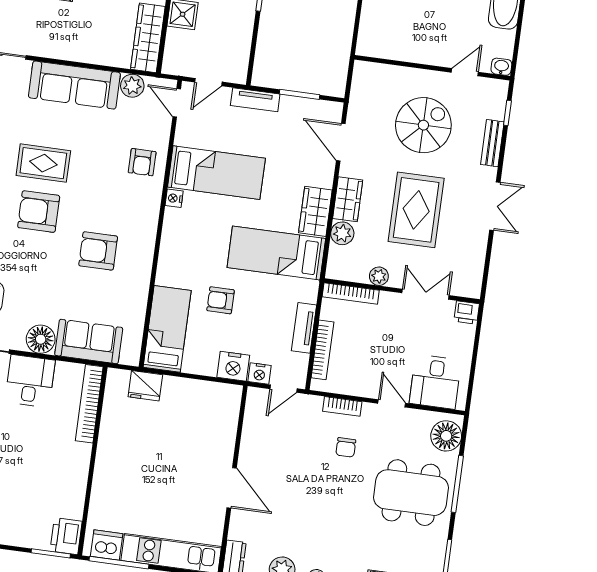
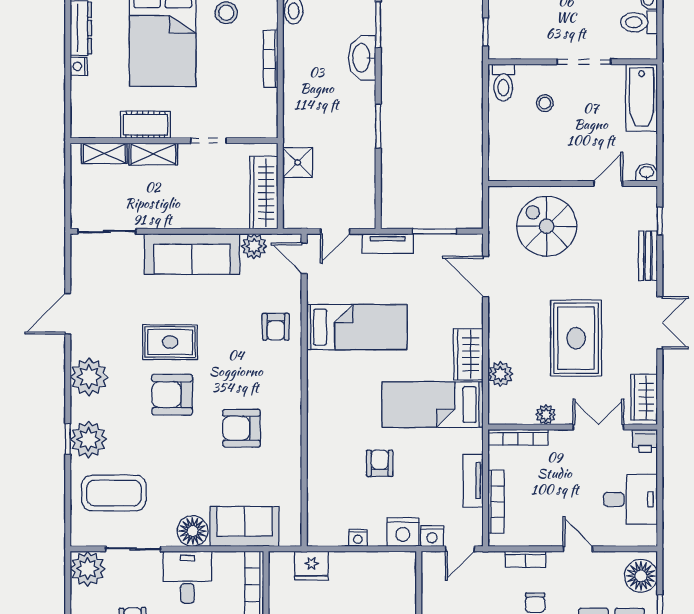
spiral stairs: (423, 125) -> (547, 226), moved, turned -90
nightstand: (174, 198) -> (358, 538), moved, turned -90
wardrobe: (348, 199) -> (644, 397), moved, turned 180
armchair: (221, 300) -> (380, 463), turned 90
bed: (167, 329) -> (327, 502), removed
desk: (435, 382) -> (631, 499), moved, turned -90

